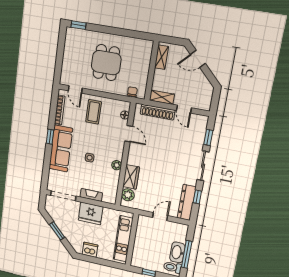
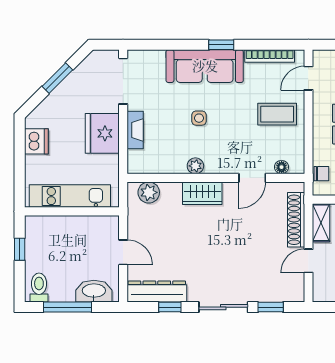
wardrobe: (131, 177) -> (202, 193), moved
washbasin: (177, 252) -> (94, 291), moved

